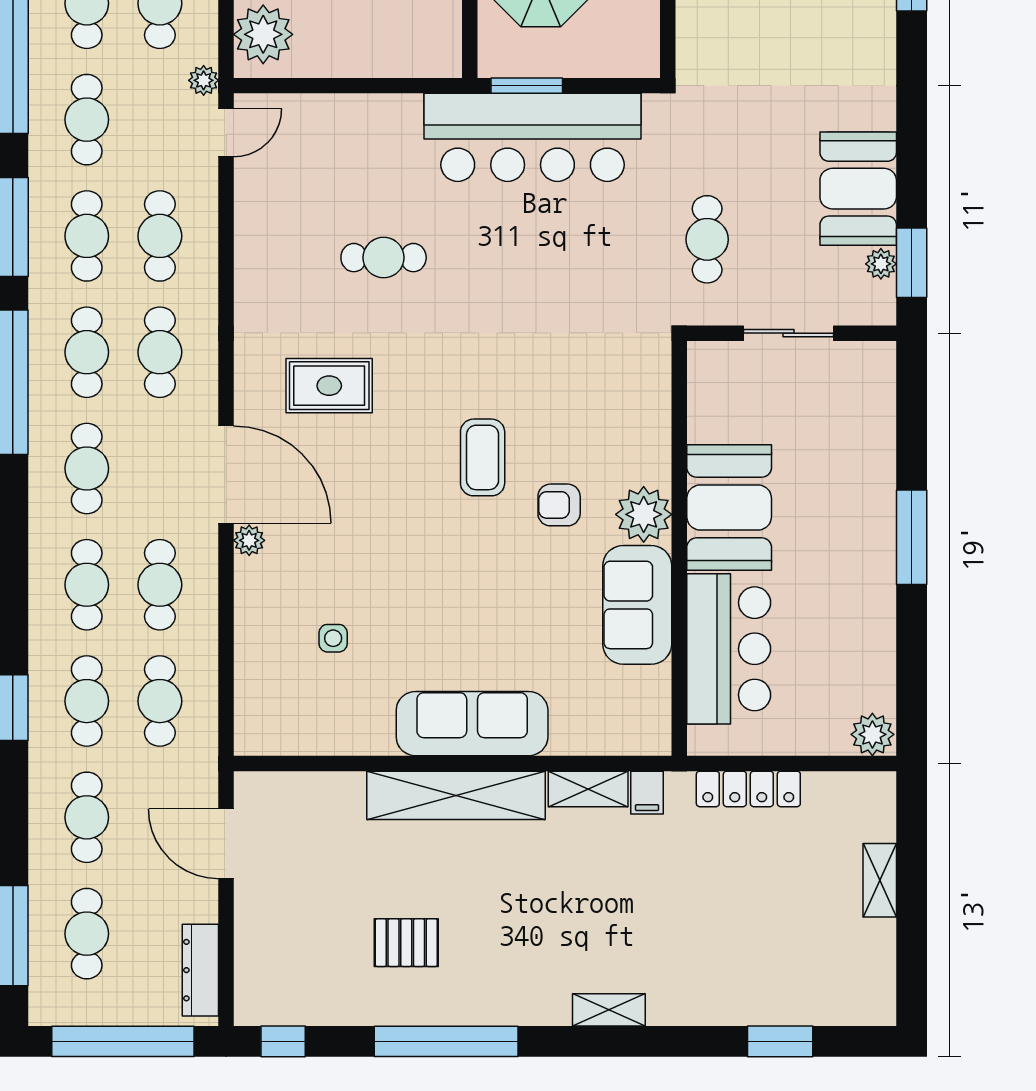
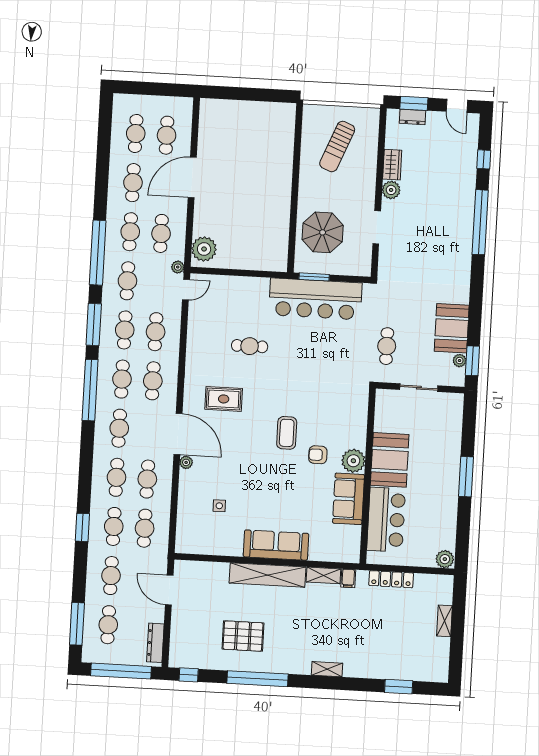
pallet: (406, 943) -> (243, 636), width x1.50, depth x1.42

